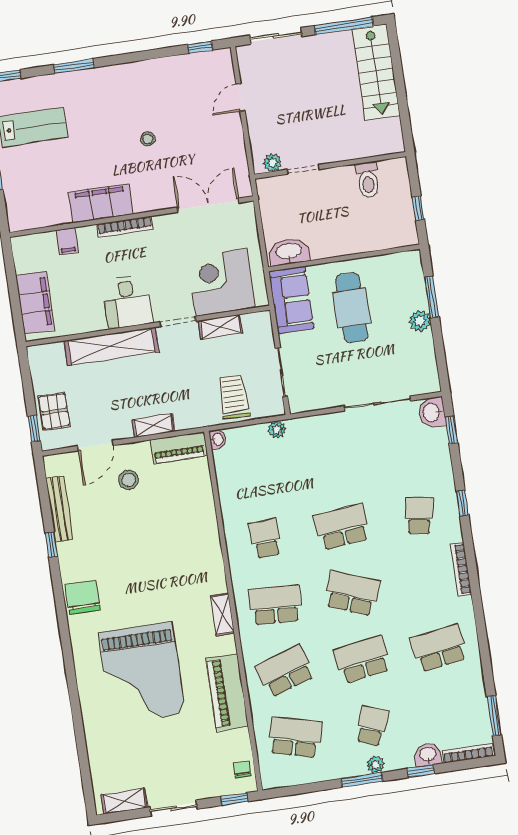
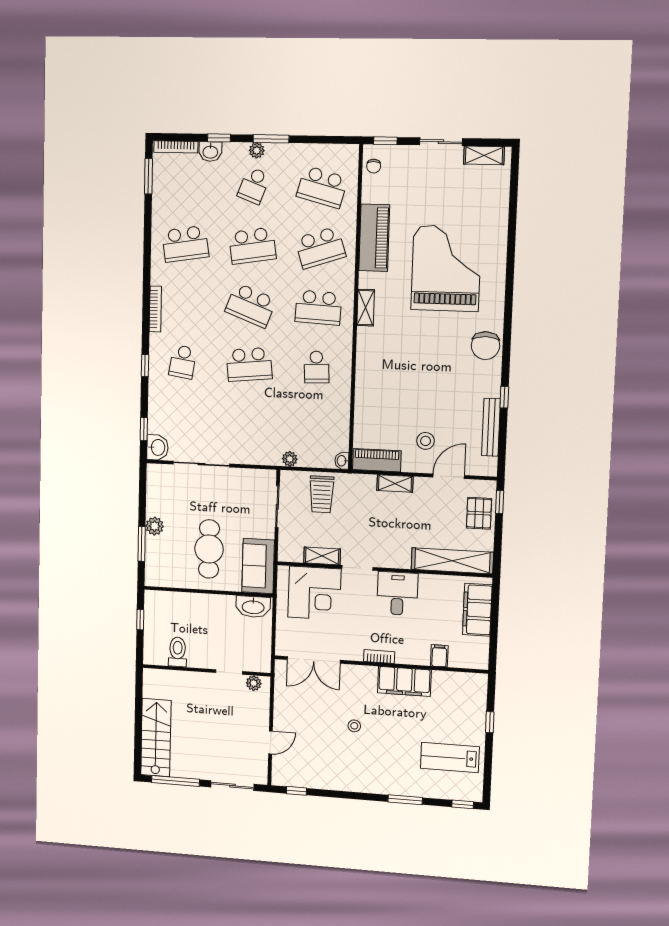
bookcase: (125, 227) -> (379, 657), width x0.64
shelving: (111, 346) -> (452, 561), moved

